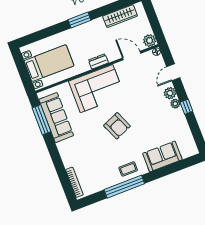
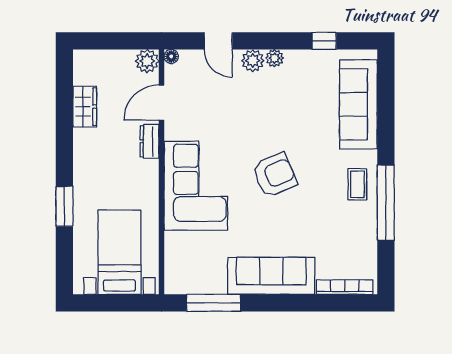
wardrobe: (120, 16) -> (85, 107), width x0.67
window: (79, 20) -> (64, 206), moved
dresser: (98, 61) -> (149, 141), moved
window: (186, 107) -> (324, 41), moved
sofa: (56, 117) -> (271, 276), moved
sofa: (162, 156) -> (358, 104), width x1.36

